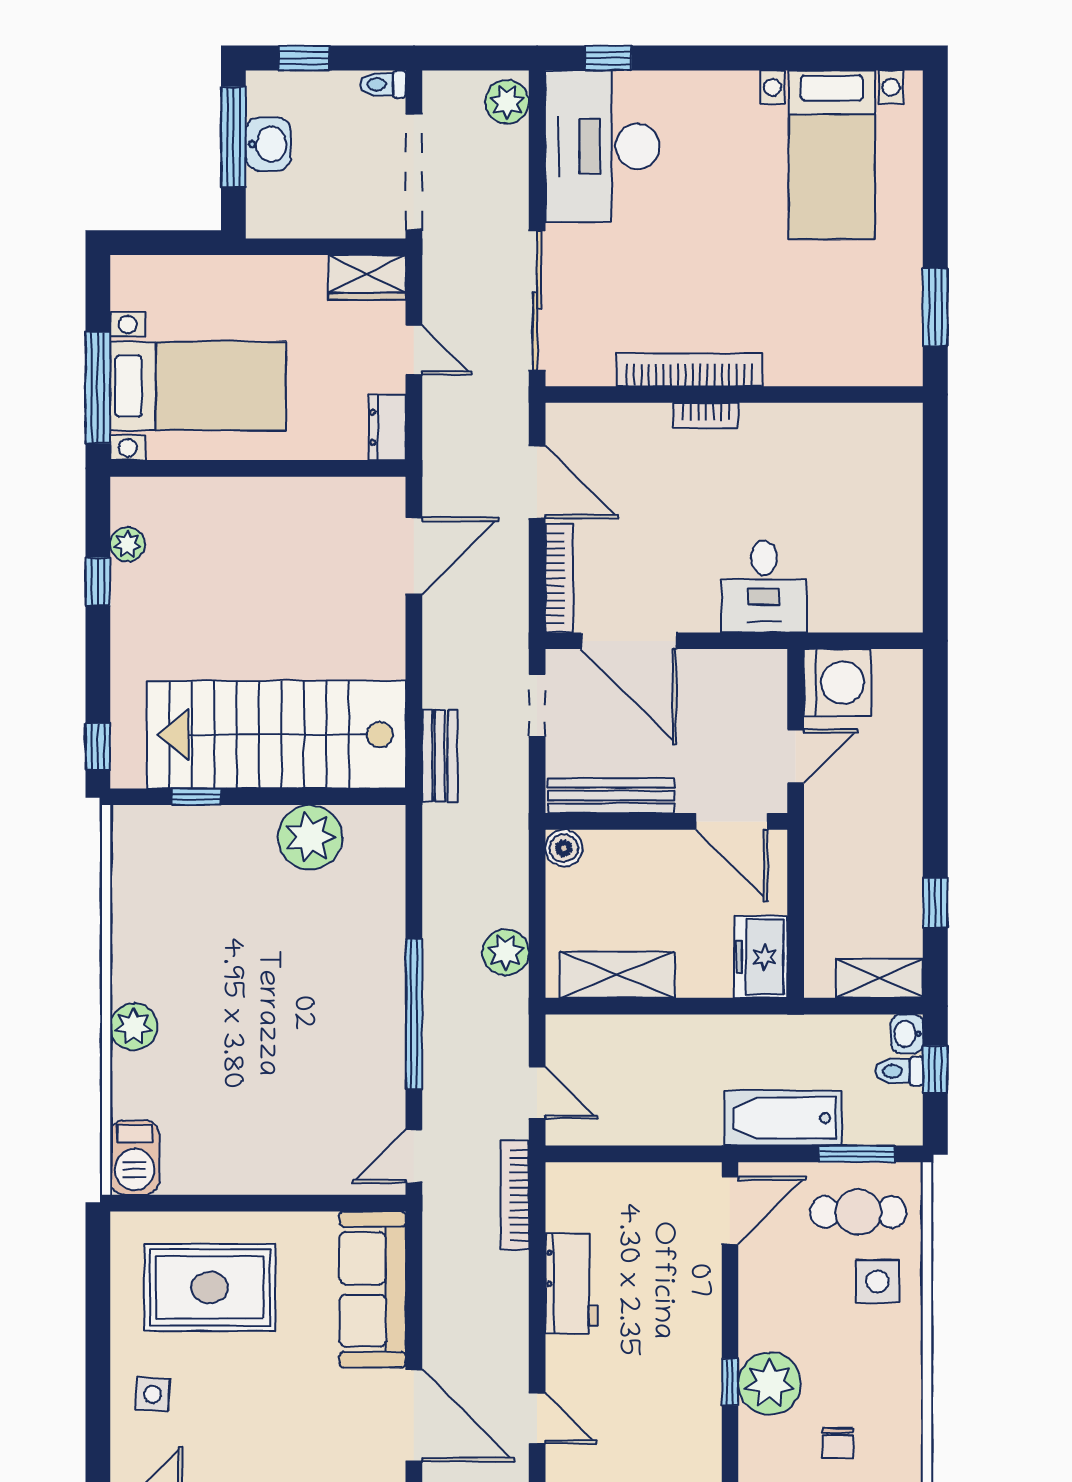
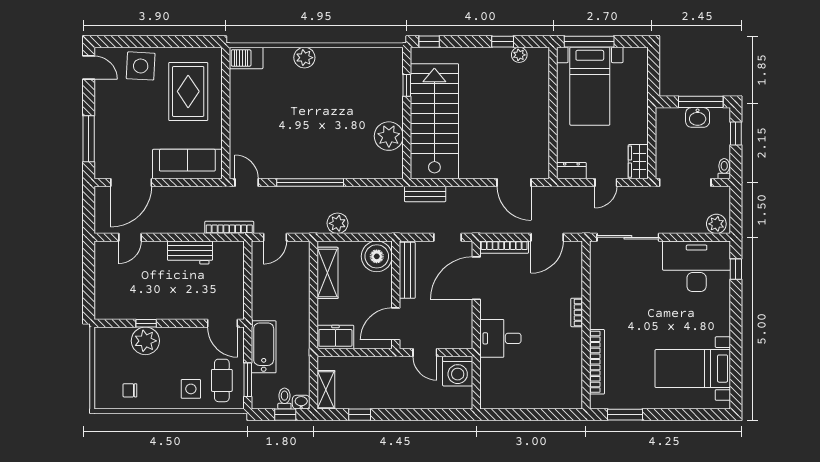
bookcase: (689, 370) -> (597, 362), moved
boiler: (564, 848) -> (377, 256), width x1.86, depth x1.86
side table: (153, 1394) -> (141, 66), width x1.87, depth x1.87
chair: (838, 1443) -> (130, 390), moved

